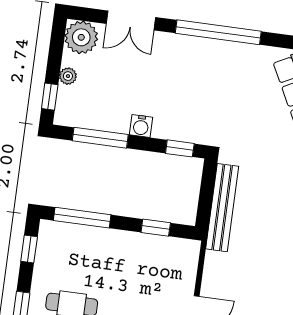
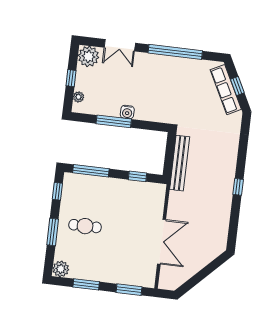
plant: (68, 76) -> (79, 97), moved
window: (50, 97) -> (71, 78), moved
window: (100, 138) -> (114, 121), moved
window: (180, 148) -> (152, 126), removed

